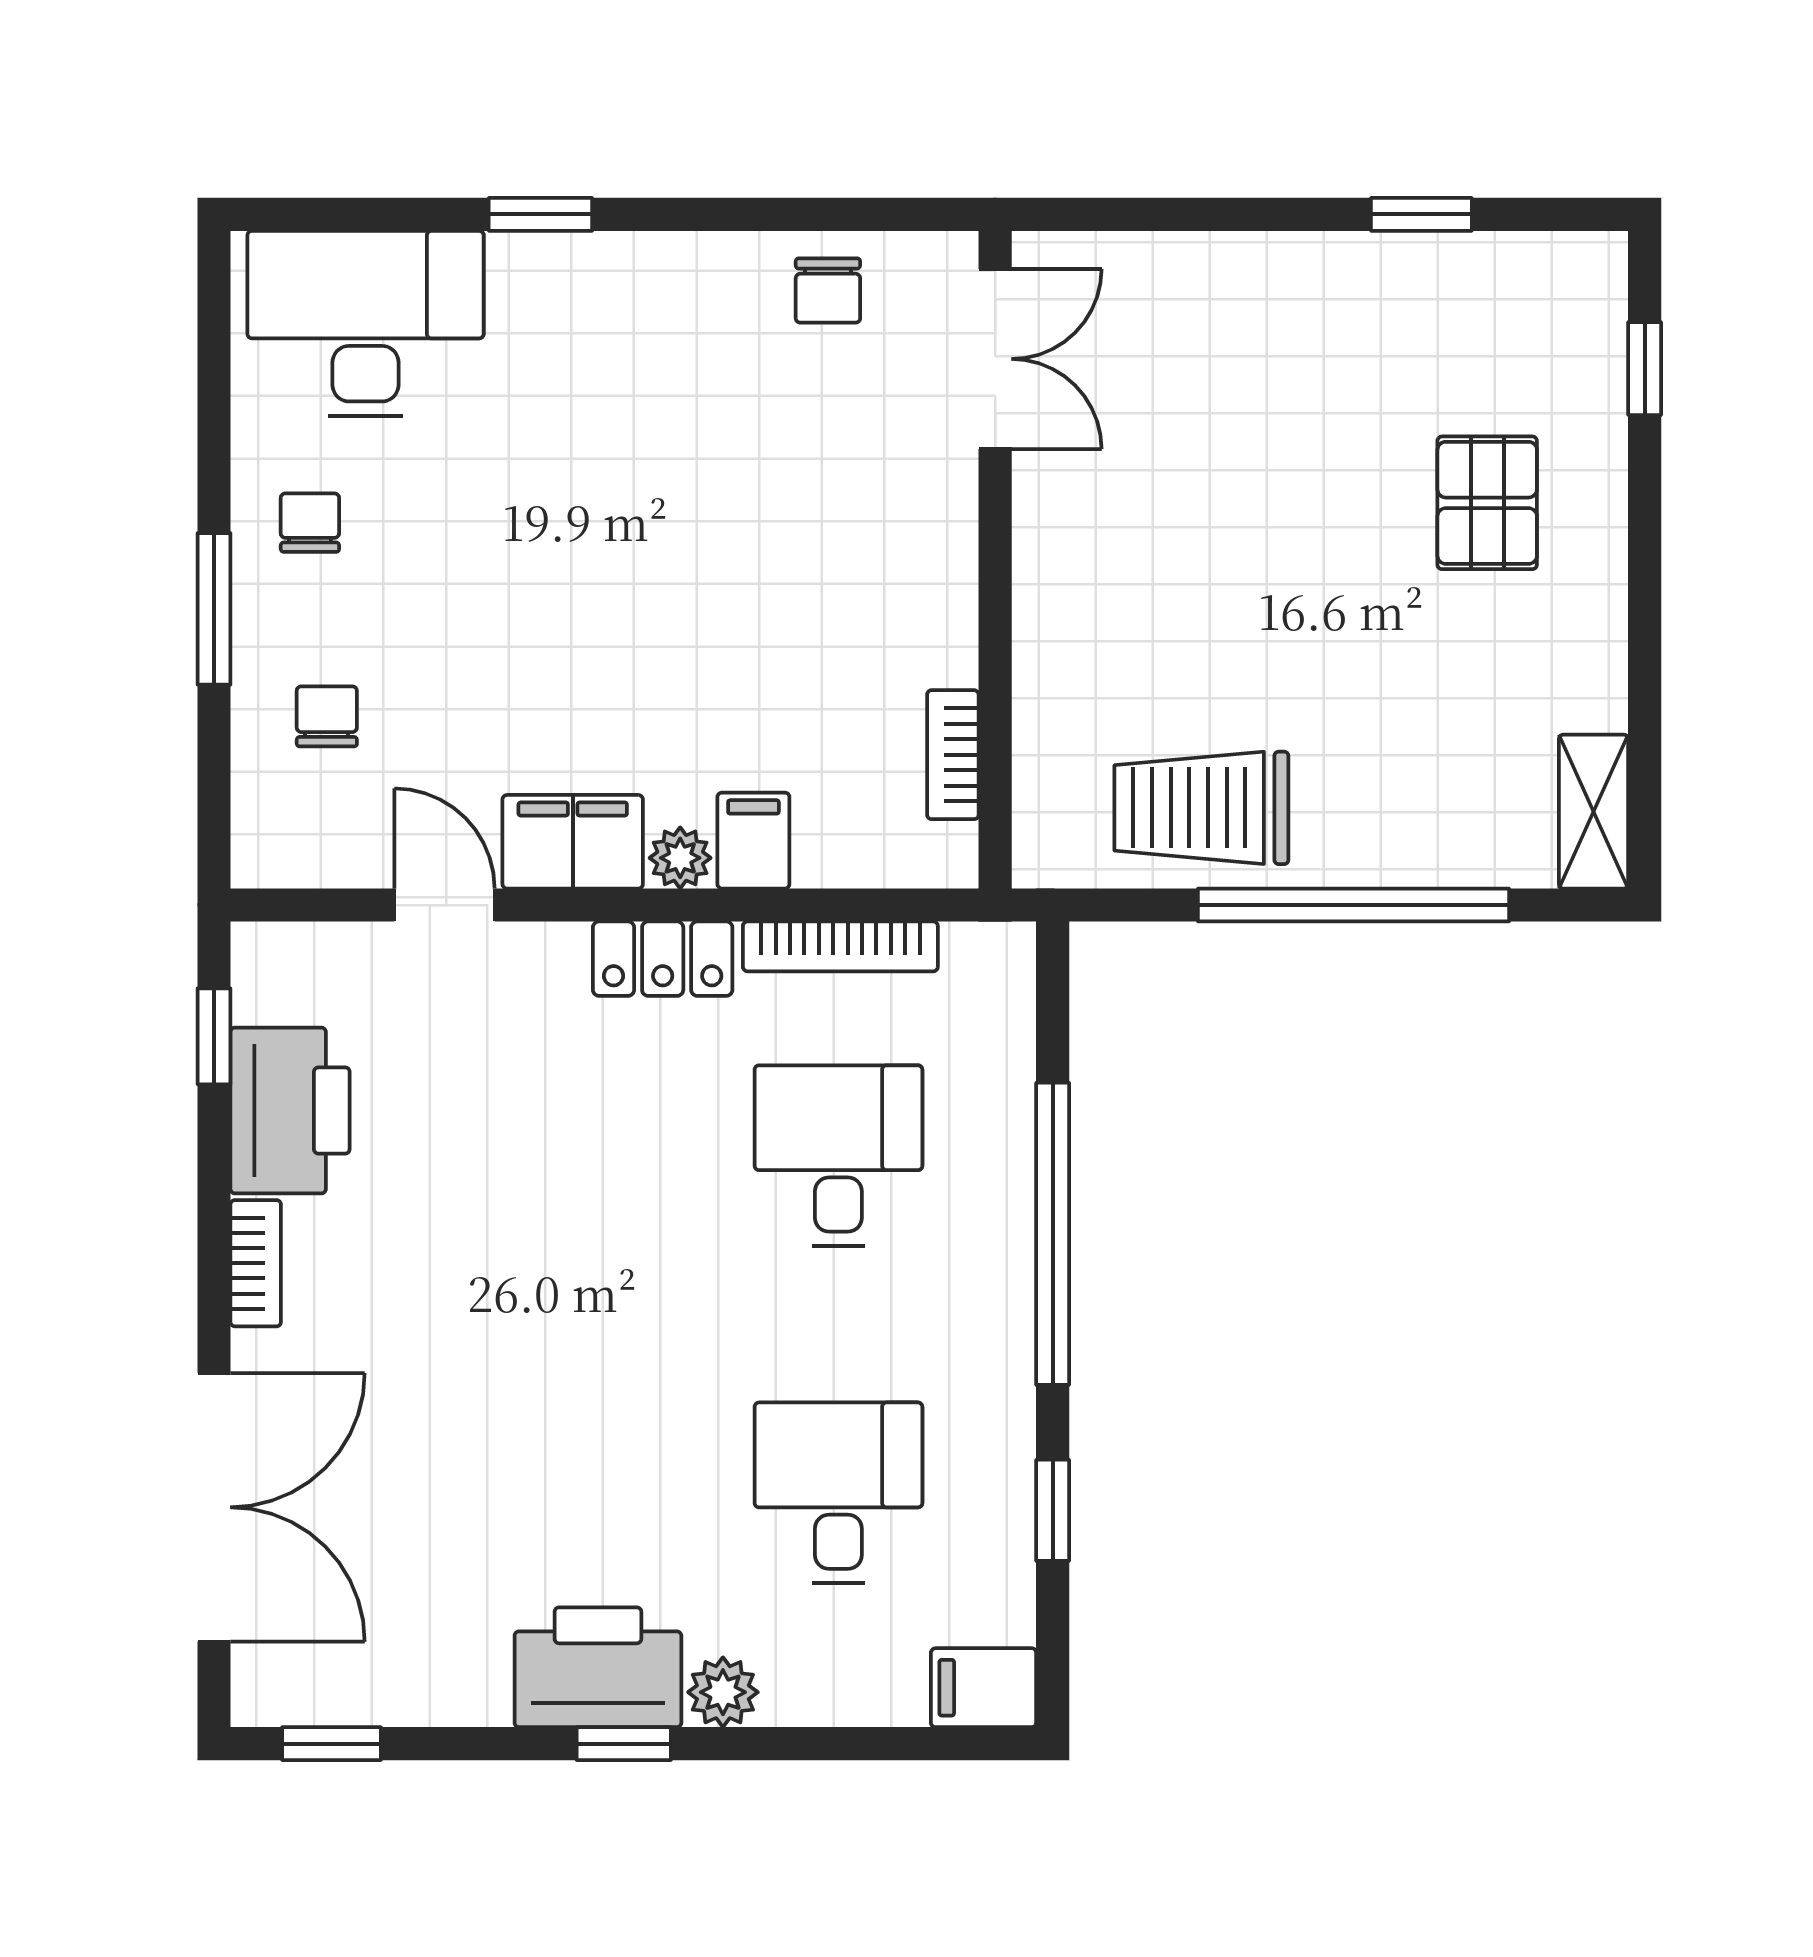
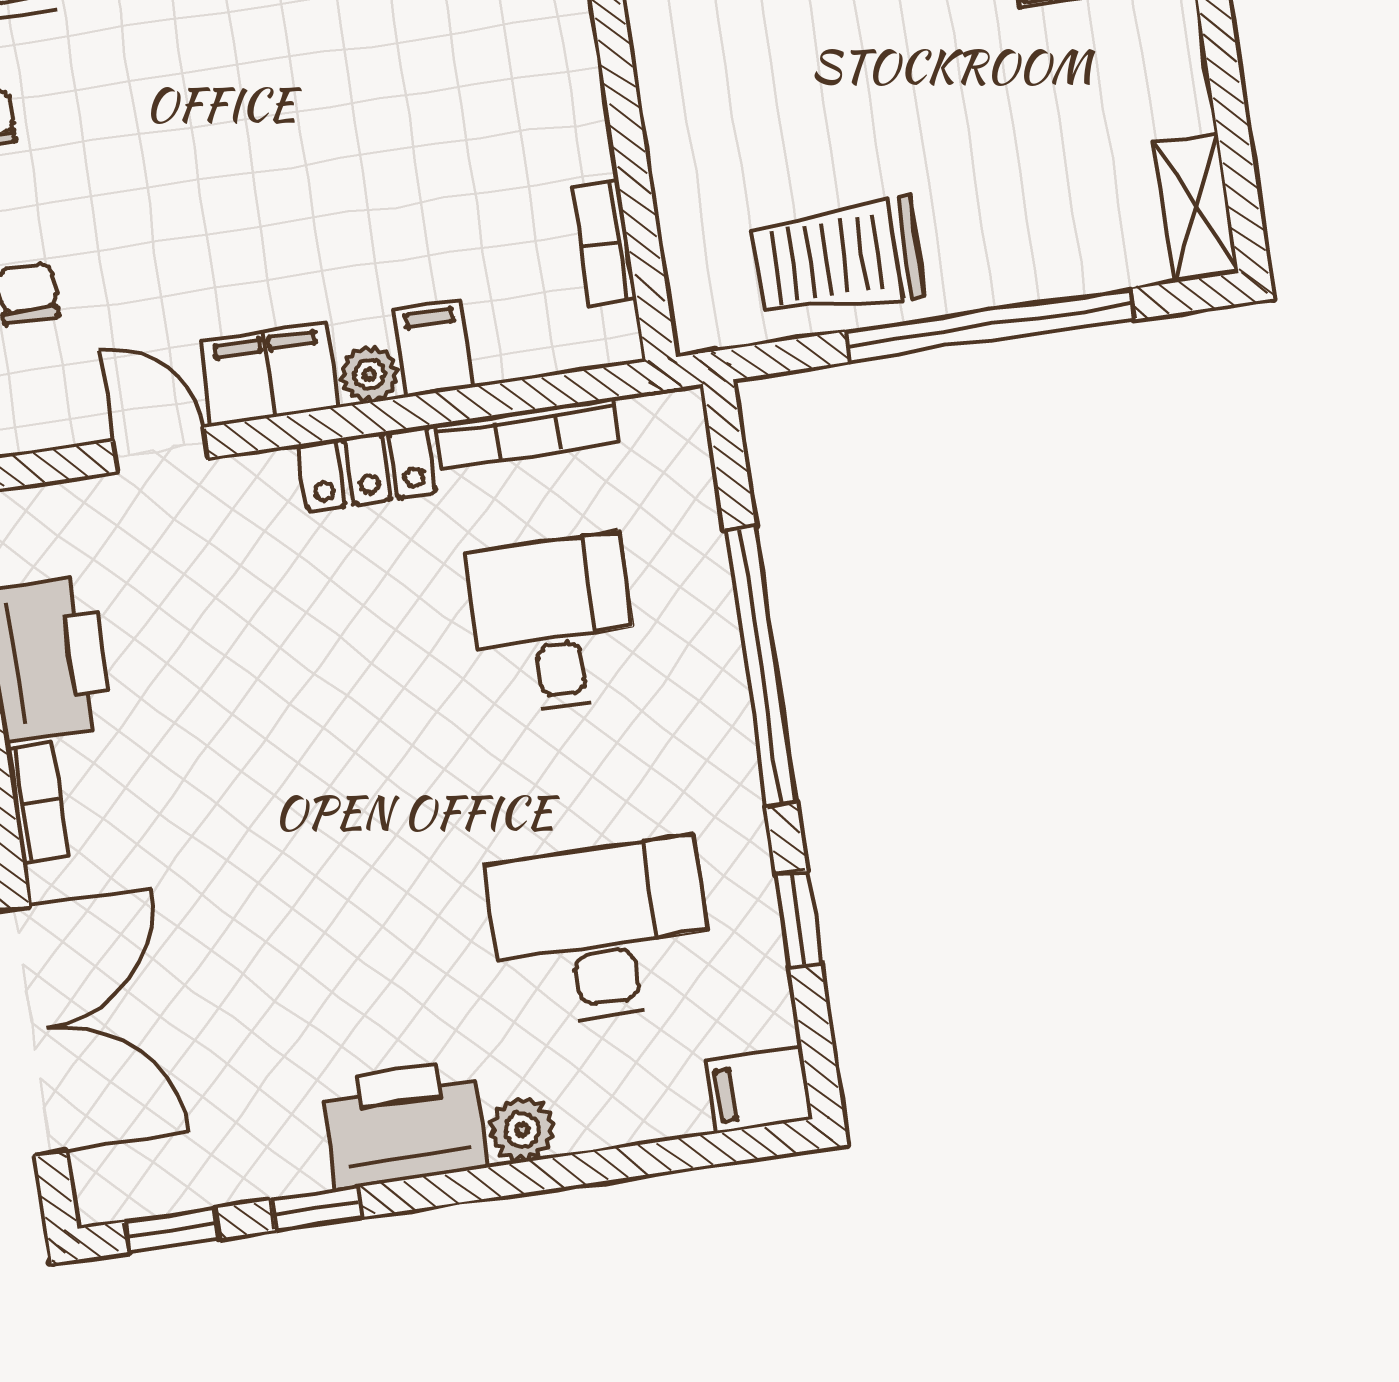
desk: (838, 1493) -> (600, 932), width x1.37
window: (624, 1744) -> (316, 1209), moved

